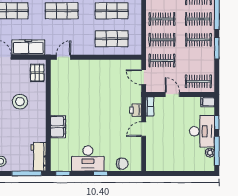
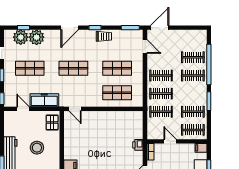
clothes rail: (198, 40) -> (193, 112), moved
door: (63, 57) -> (75, 109), swing flipped
door: (144, 77) -> (145, 126), removed
printer: (136, 110) -> (138, 145), moved

